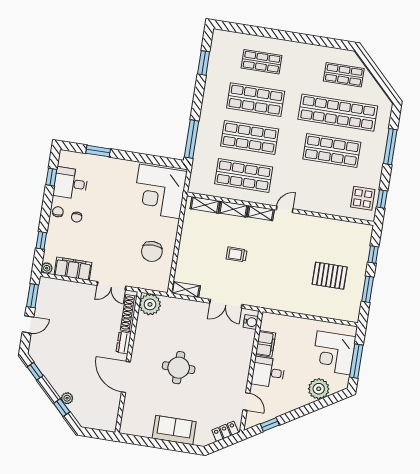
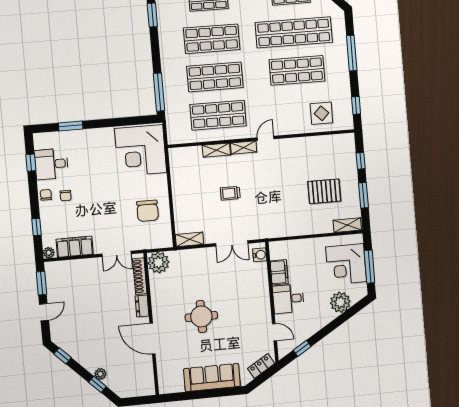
display table: (363, 198) -> (322, 113), moved
shelving: (205, 205) -> (347, 225), moved
sofa: (174, 430) -> (212, 378), width x1.36

